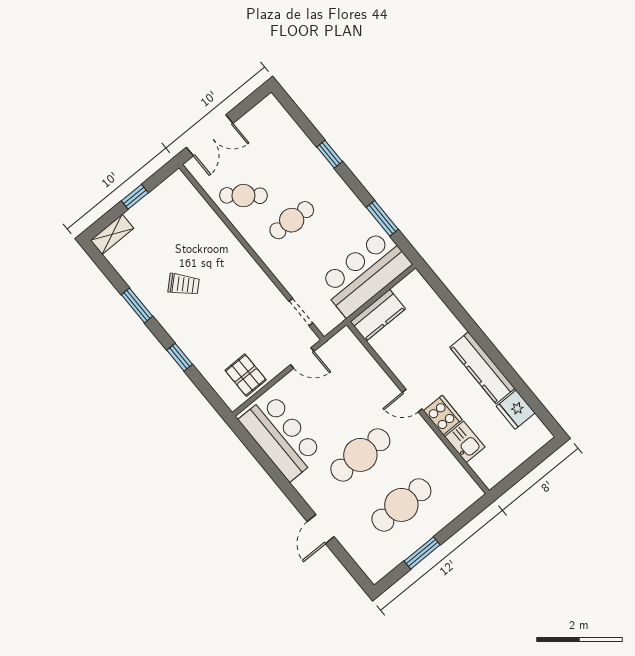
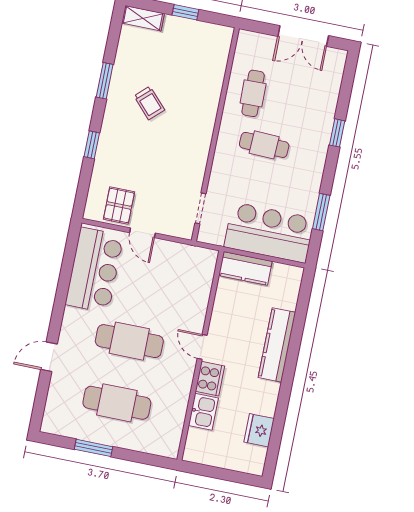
double door: (210, 135) -> (303, 36), moved
cafe table: (243, 196) -> (253, 93), turned 49
door: (302, 358) -> (142, 233), moved
kitchen counter: (482, 368) -> (277, 345), moved

